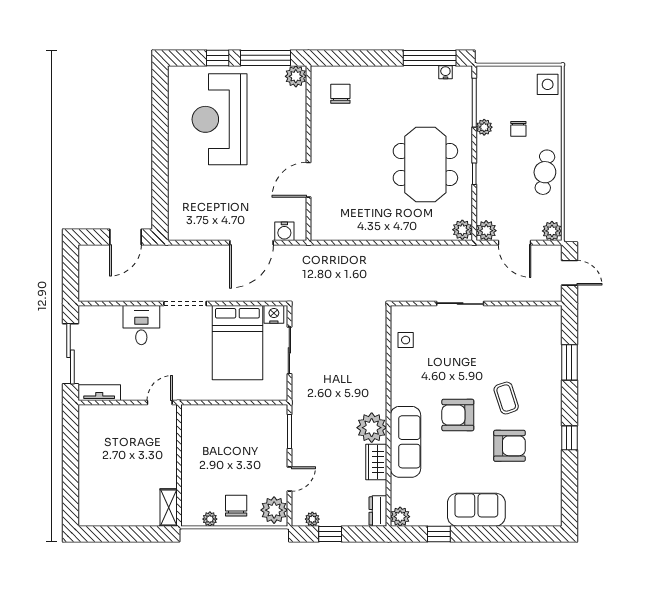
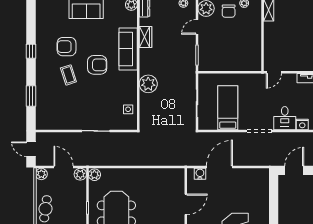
nightstand: (274, 314) -> (302, 124), moved
bed: (237, 343) -> (228, 108), width x0.67
plant: (372, 428) -> (148, 84), moved

